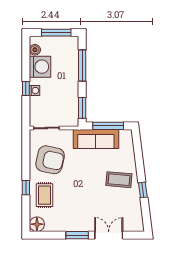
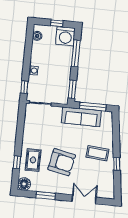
window: (56, 33) -> (57, 23), width x0.46
washing machine: (40, 67) -> (65, 36), moved, turned 90
window: (26, 88) -> (24, 87), moved
armchair: (50, 160) -> (62, 162), moved
window: (26, 188) -> (17, 162), moved
window: (77, 235) -> (46, 196), moved

